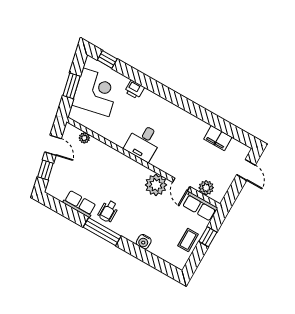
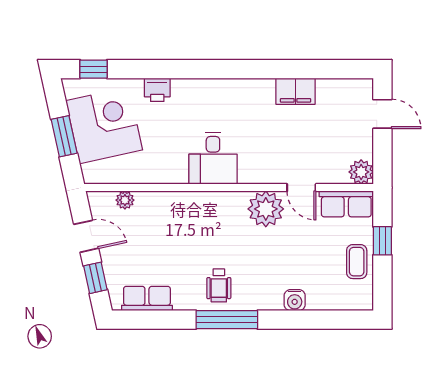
filing cabinet: (218, 138) -> (296, 91), moved
plant: (206, 188) -> (361, 172), moved
row of seats: (79, 204) -> (147, 298), moved

